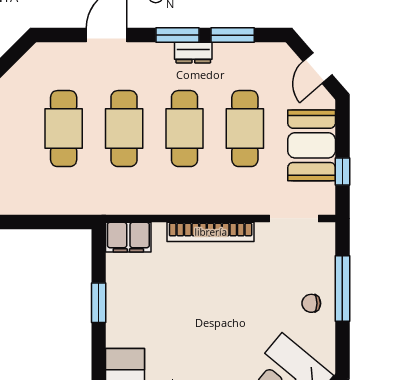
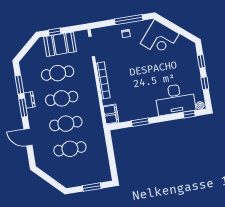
door: (317, 68) -> (27, 47), removed
window: (342, 172) -> (55, 32), moved
window: (342, 288) -> (129, 20), moved

